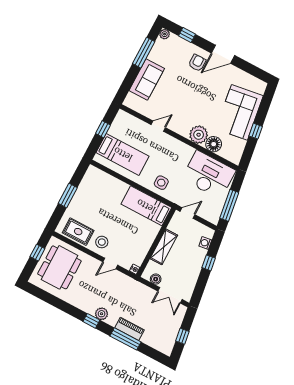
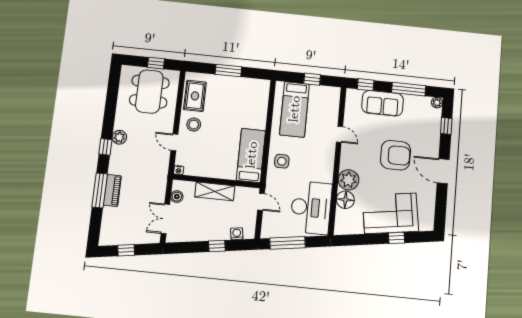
armchair: (197, 63) -> (395, 155), moved, width x1.88, depth x1.88
window: (126, 87) -> (366, 85), added
window: (256, 131) -> (397, 238), moved
dining table: (59, 267) -> (149, 92), turned 90
plant: (102, 314) -> (119, 137), moved

